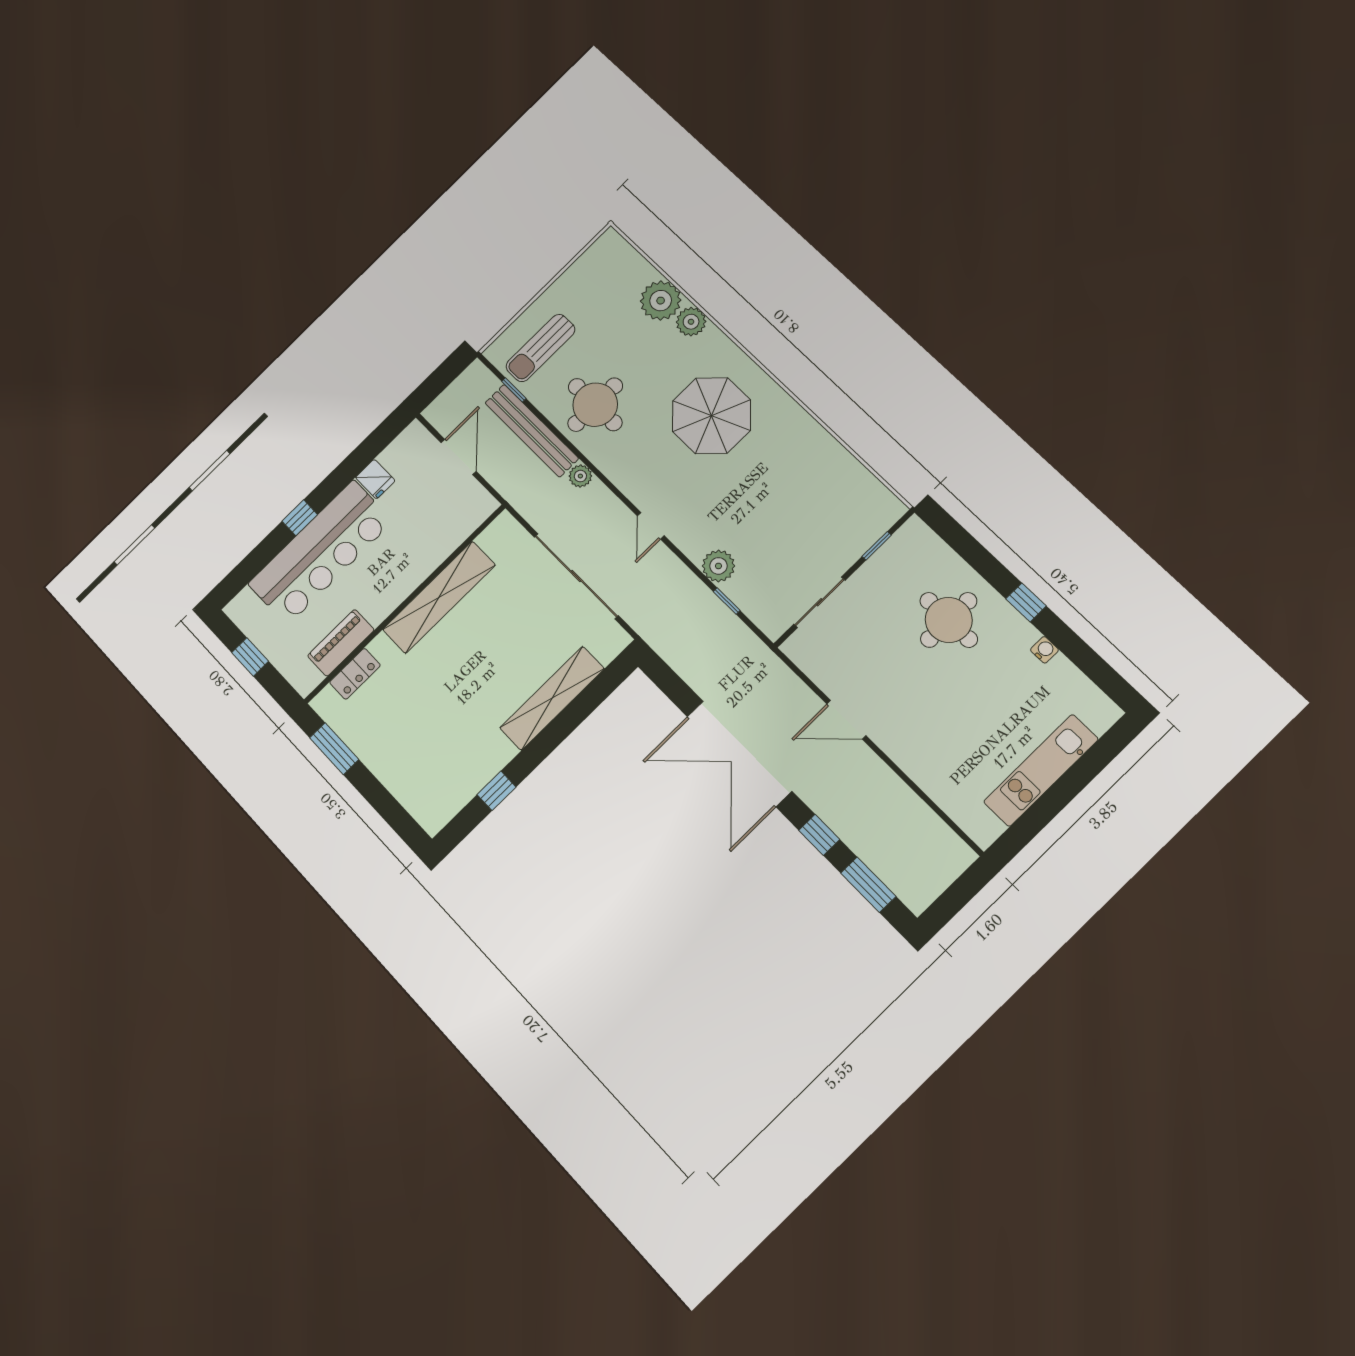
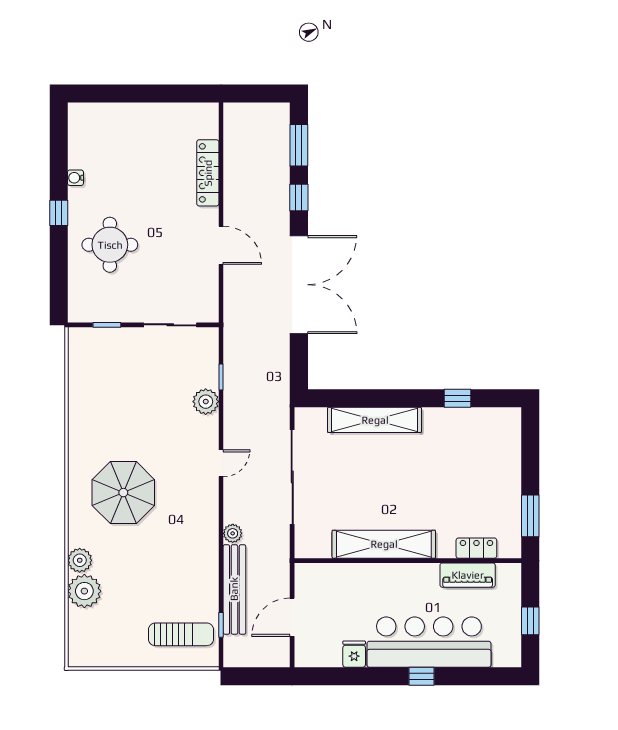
round table: (595, 405) -> (183, 567), removed
kitchen unit: (1041, 770) -> (144, 116), removed
locker: (927, 775) -> (208, 173), added

